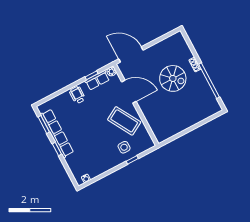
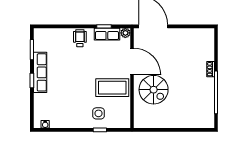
spiral stairs: (173, 78) -> (154, 90), moved
coffee table: (124, 121) -> (112, 88), turned -60
row of seats: (57, 133) -> (40, 72), width x0.73

